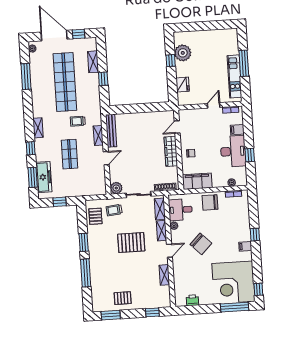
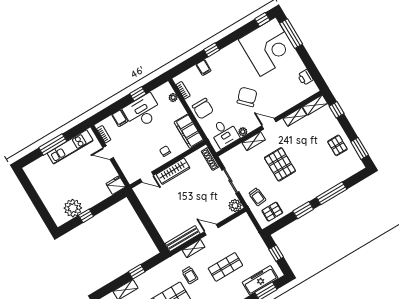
fridge: (183, 85) -> (116, 185), moved
shelving: (160, 209) -> (315, 105), moved
filing cabinet: (245, 246) -> (204, 68), moved

